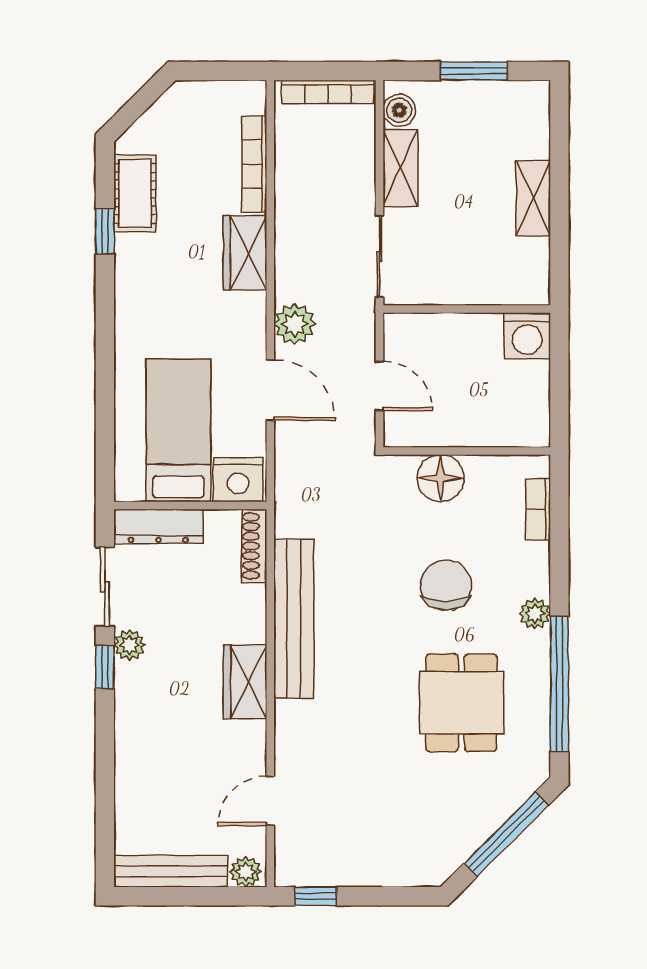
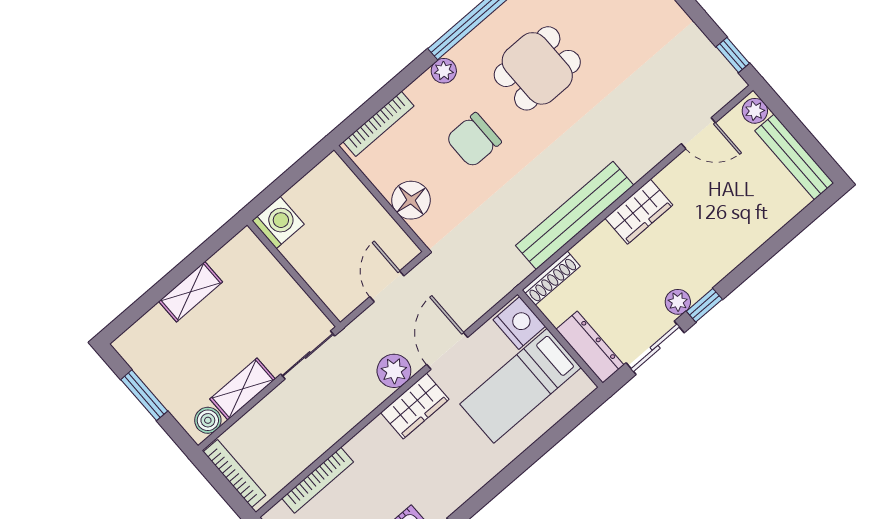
wardrobe: (245, 253) -> (415, 406), moved
bookcase: (538, 510) -> (378, 124), width x1.56

